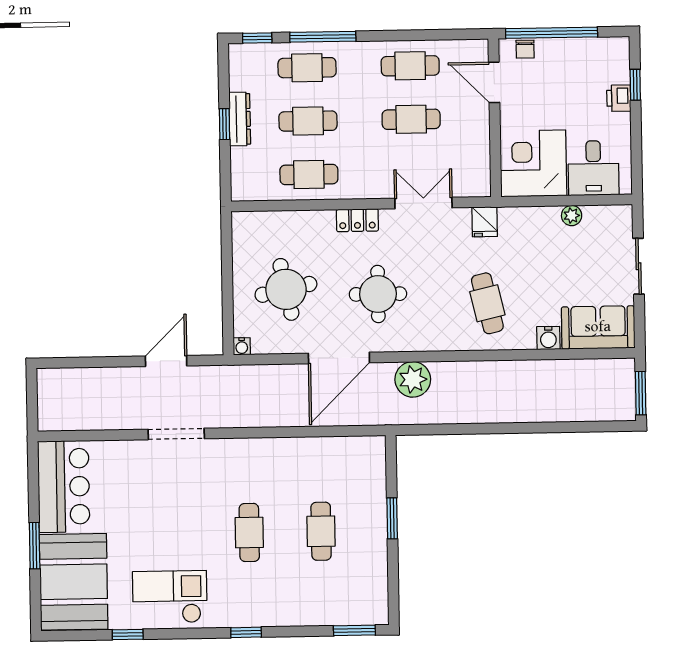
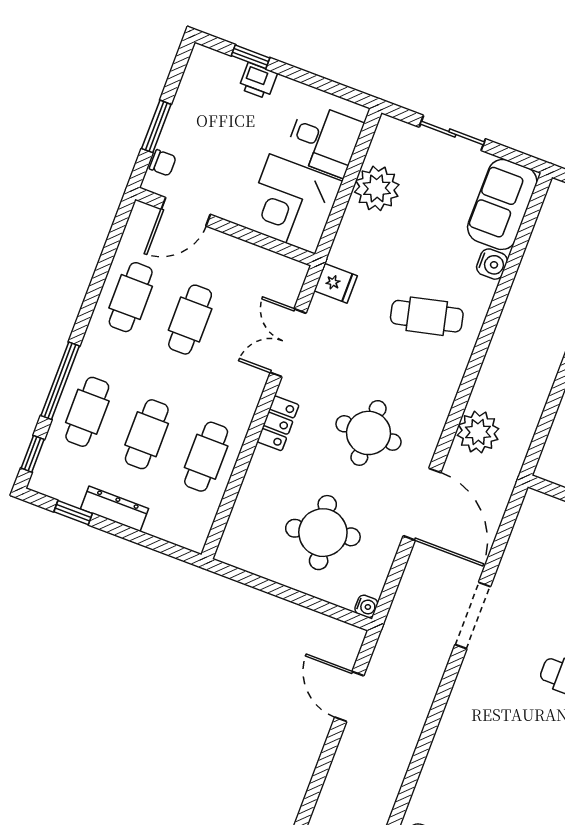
window: (552, 33) -> (156, 126), width x0.47
window: (224, 124) -> (73, 513), moved
plant: (572, 216) -> (377, 188), width x1.87, depth x1.87
doorway: (176, 434) -> (473, 616), moved

